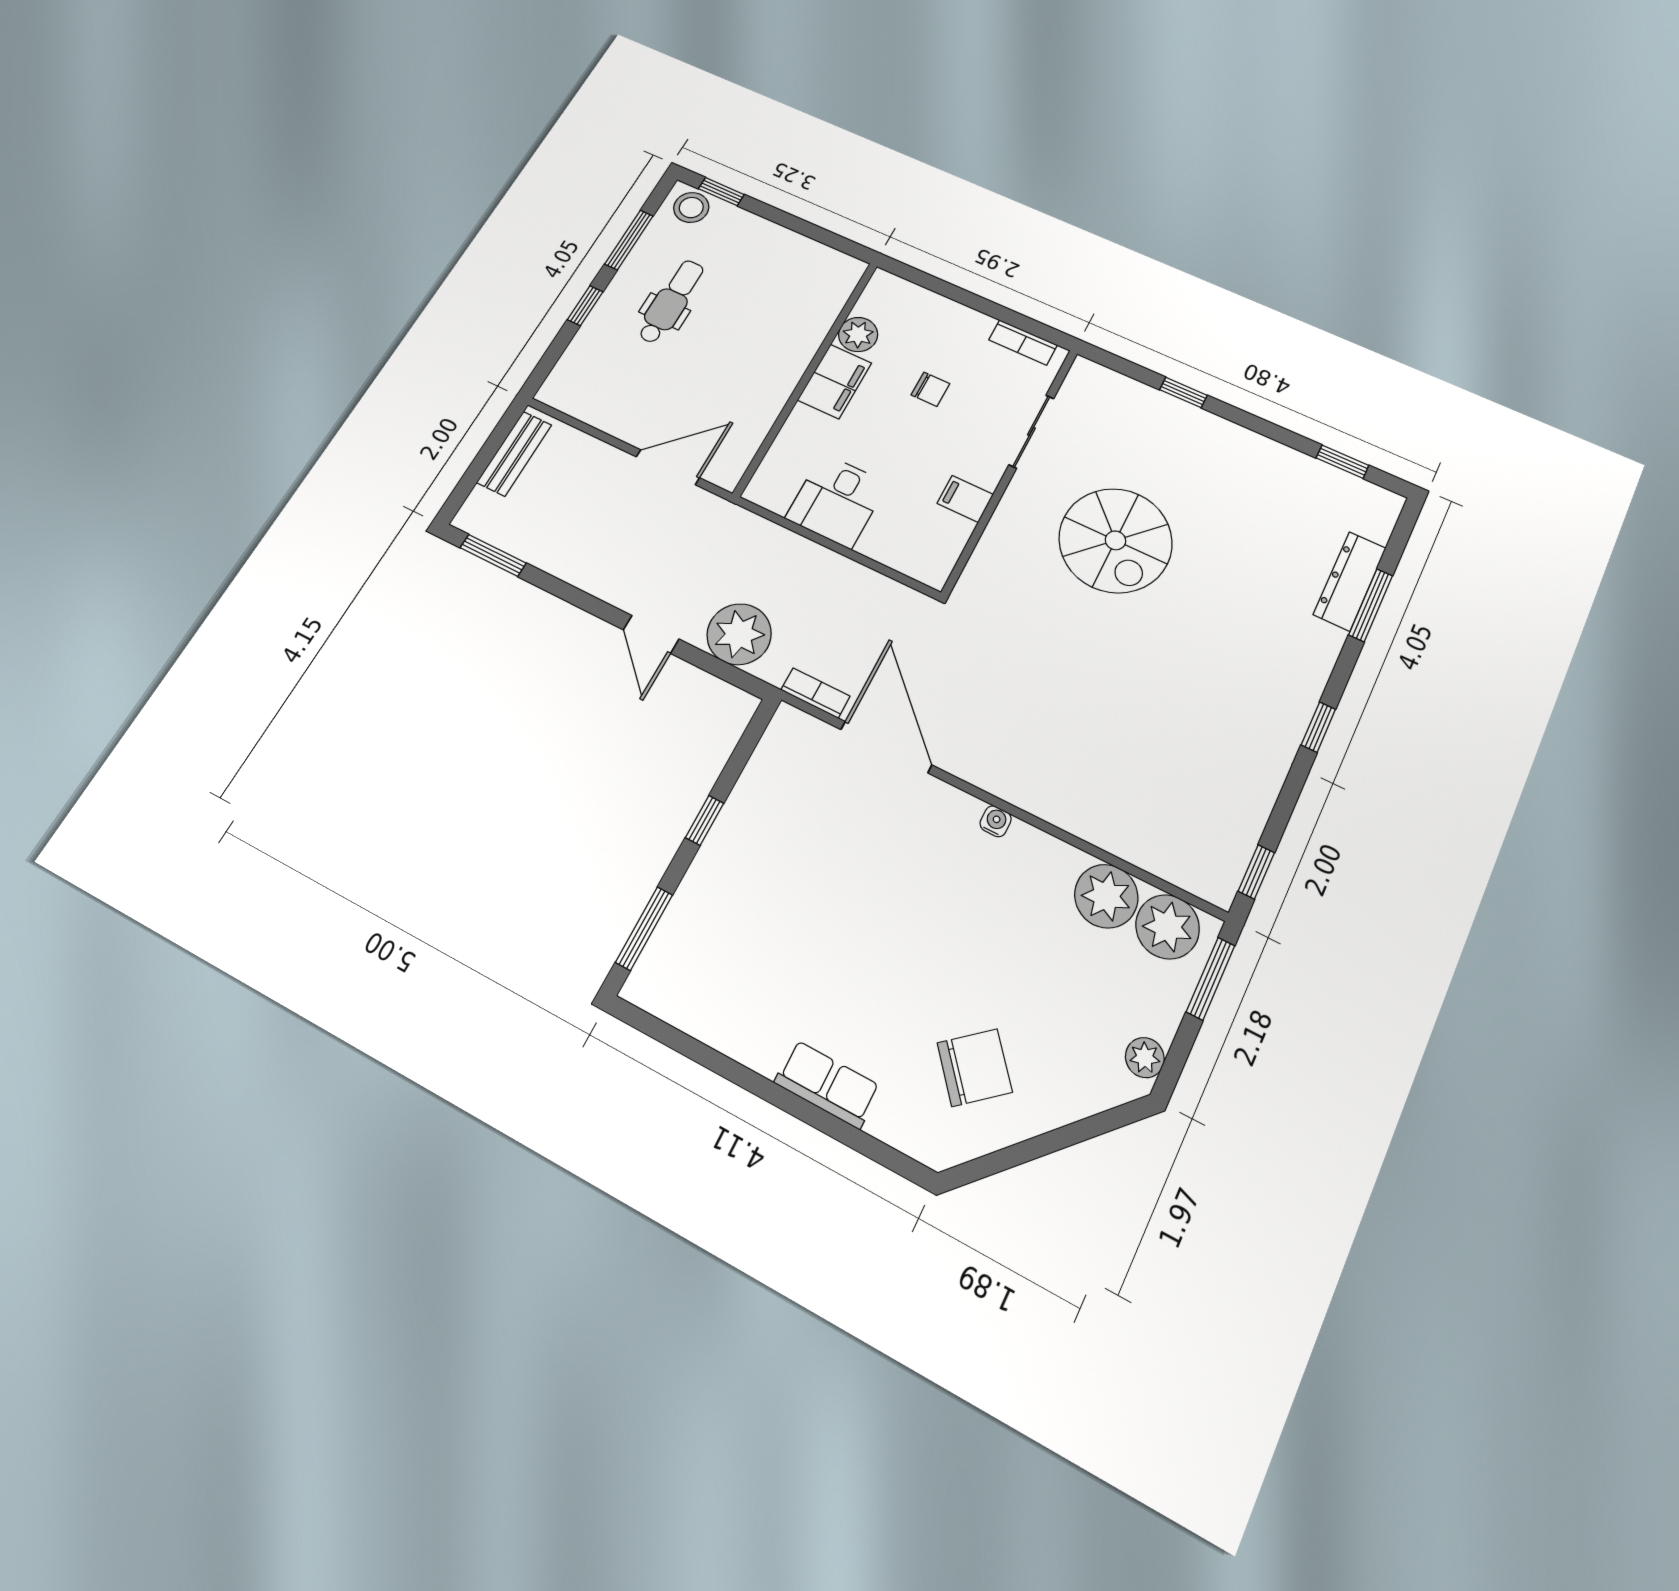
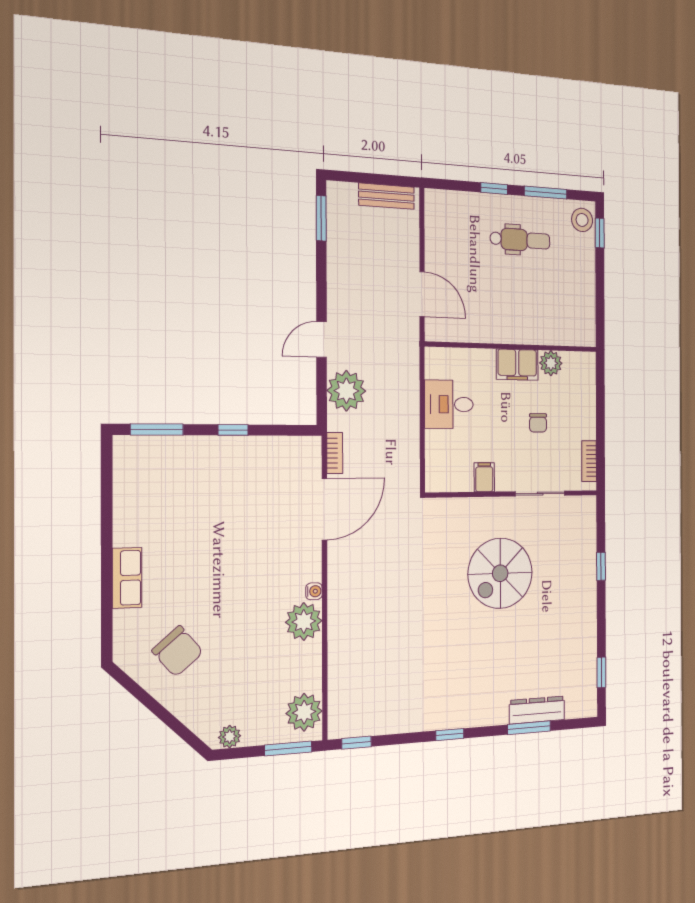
plant: (1106, 896) -> (304, 622), moved

